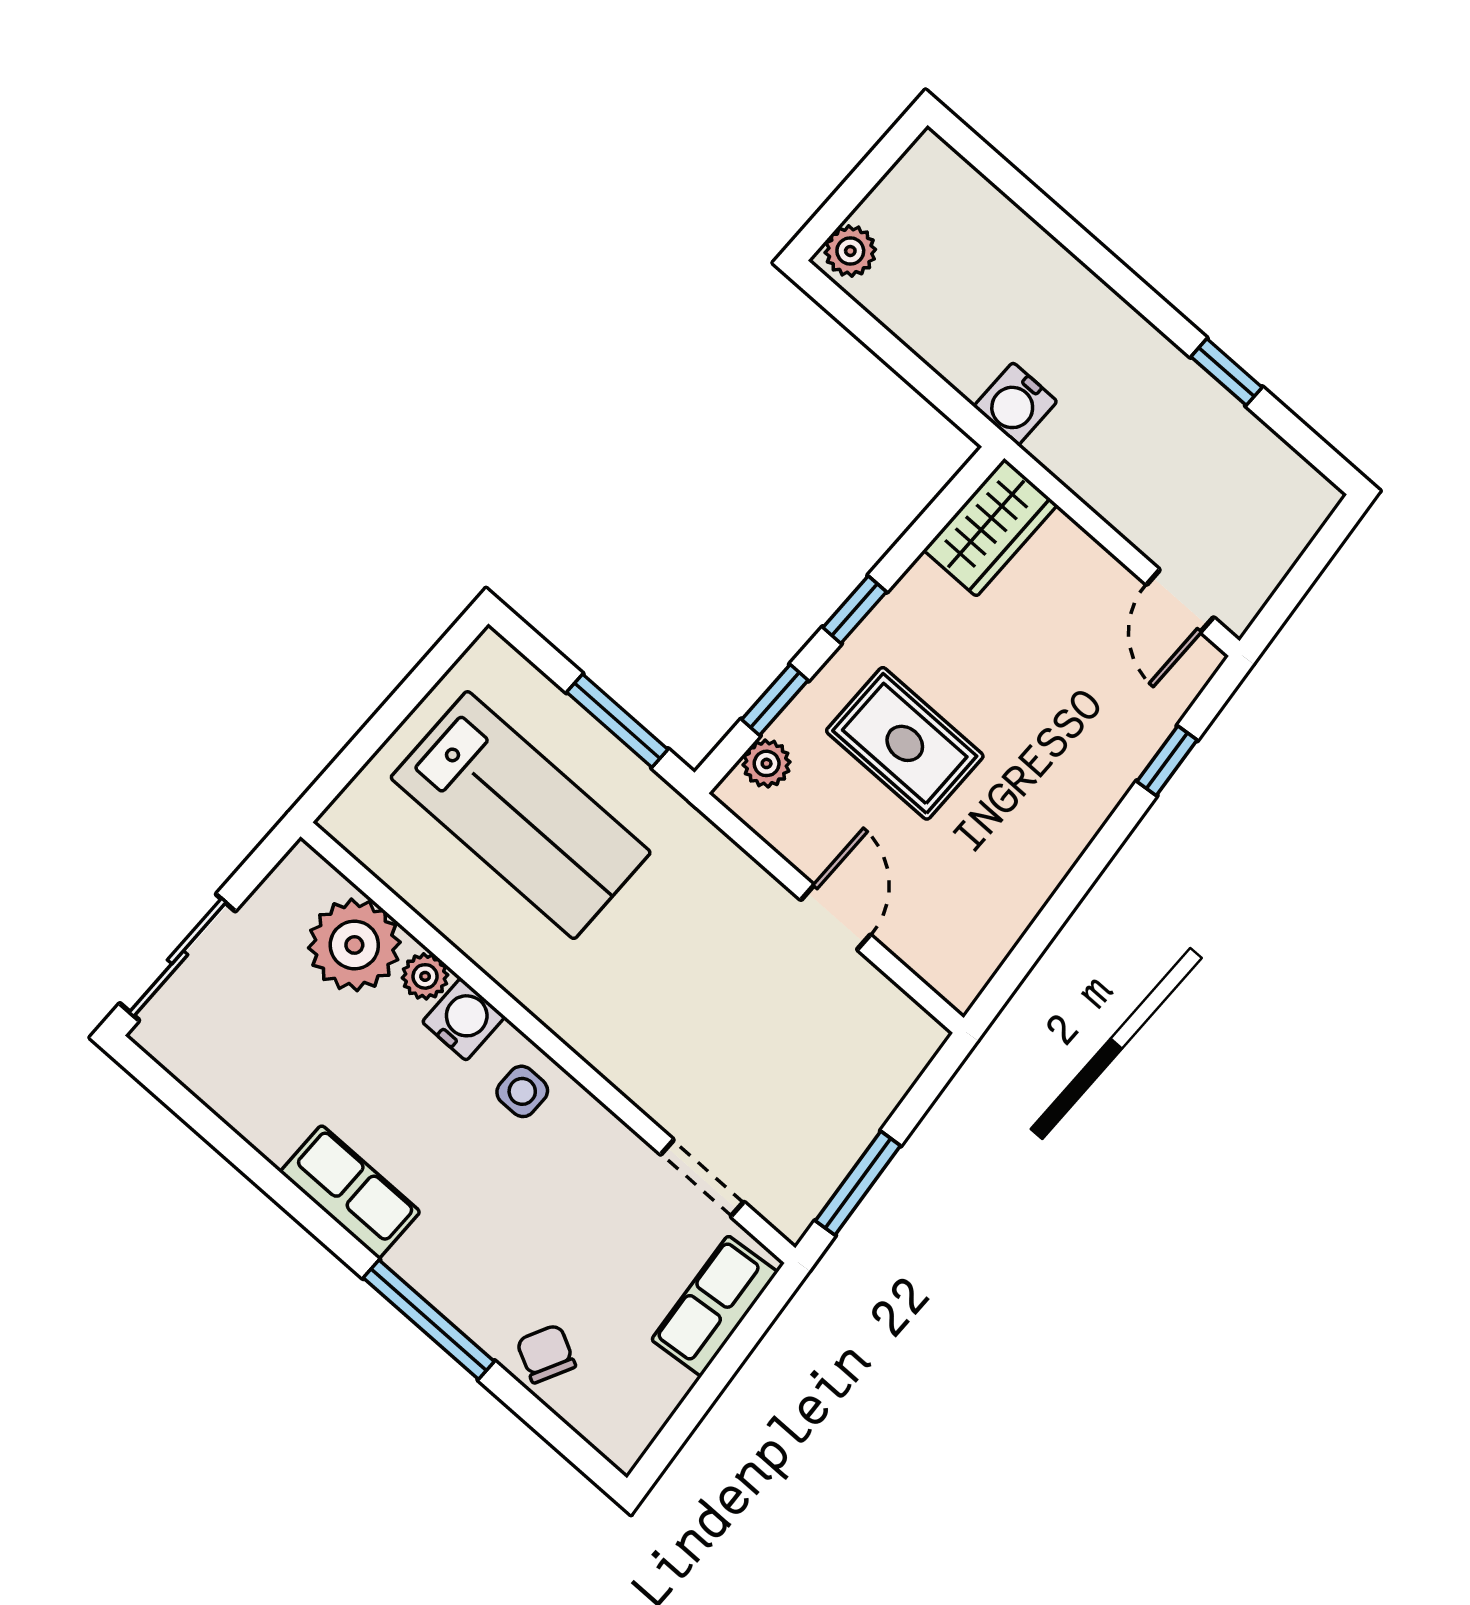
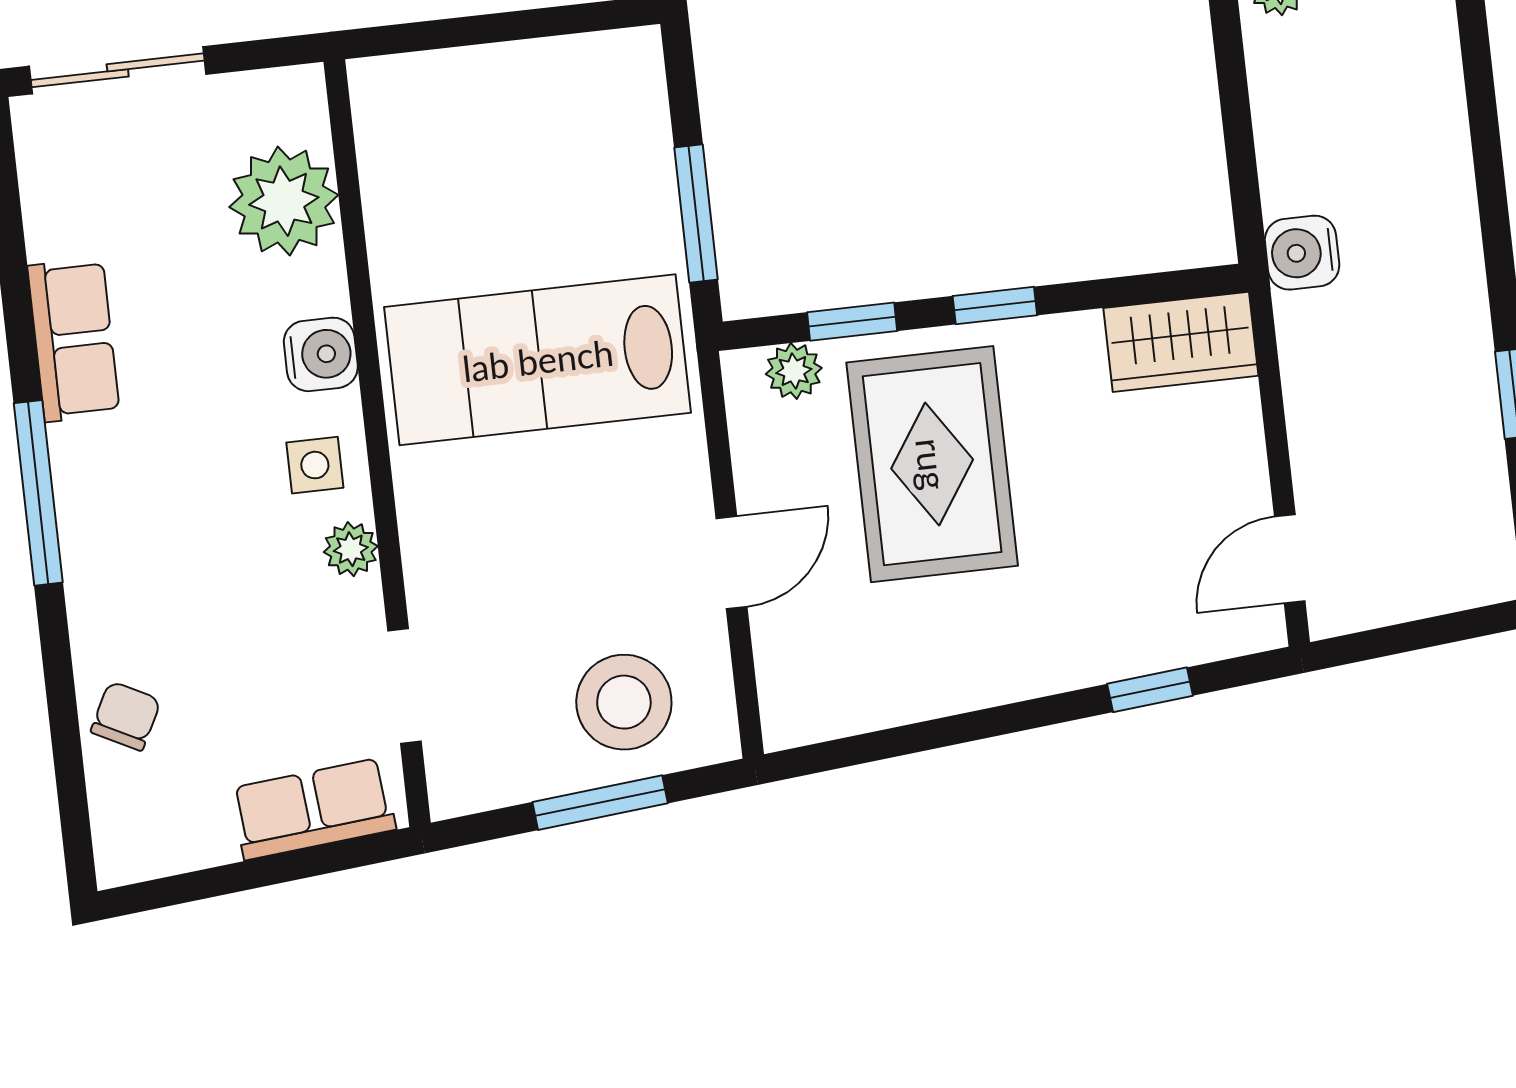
rug: (905, 743) -> (932, 464), width x1.36, depth x1.43
lab bench: (521, 815) -> (538, 360), moved, turned 90
plant: (425, 976) -> (351, 549), moved
stool: (847, 1065) -> (624, 702), added
window: (858, 1183) -> (600, 803), moved
row of seats: (350, 1192) -> (74, 340), moved
window: (429, 1320) -> (38, 493), moved

